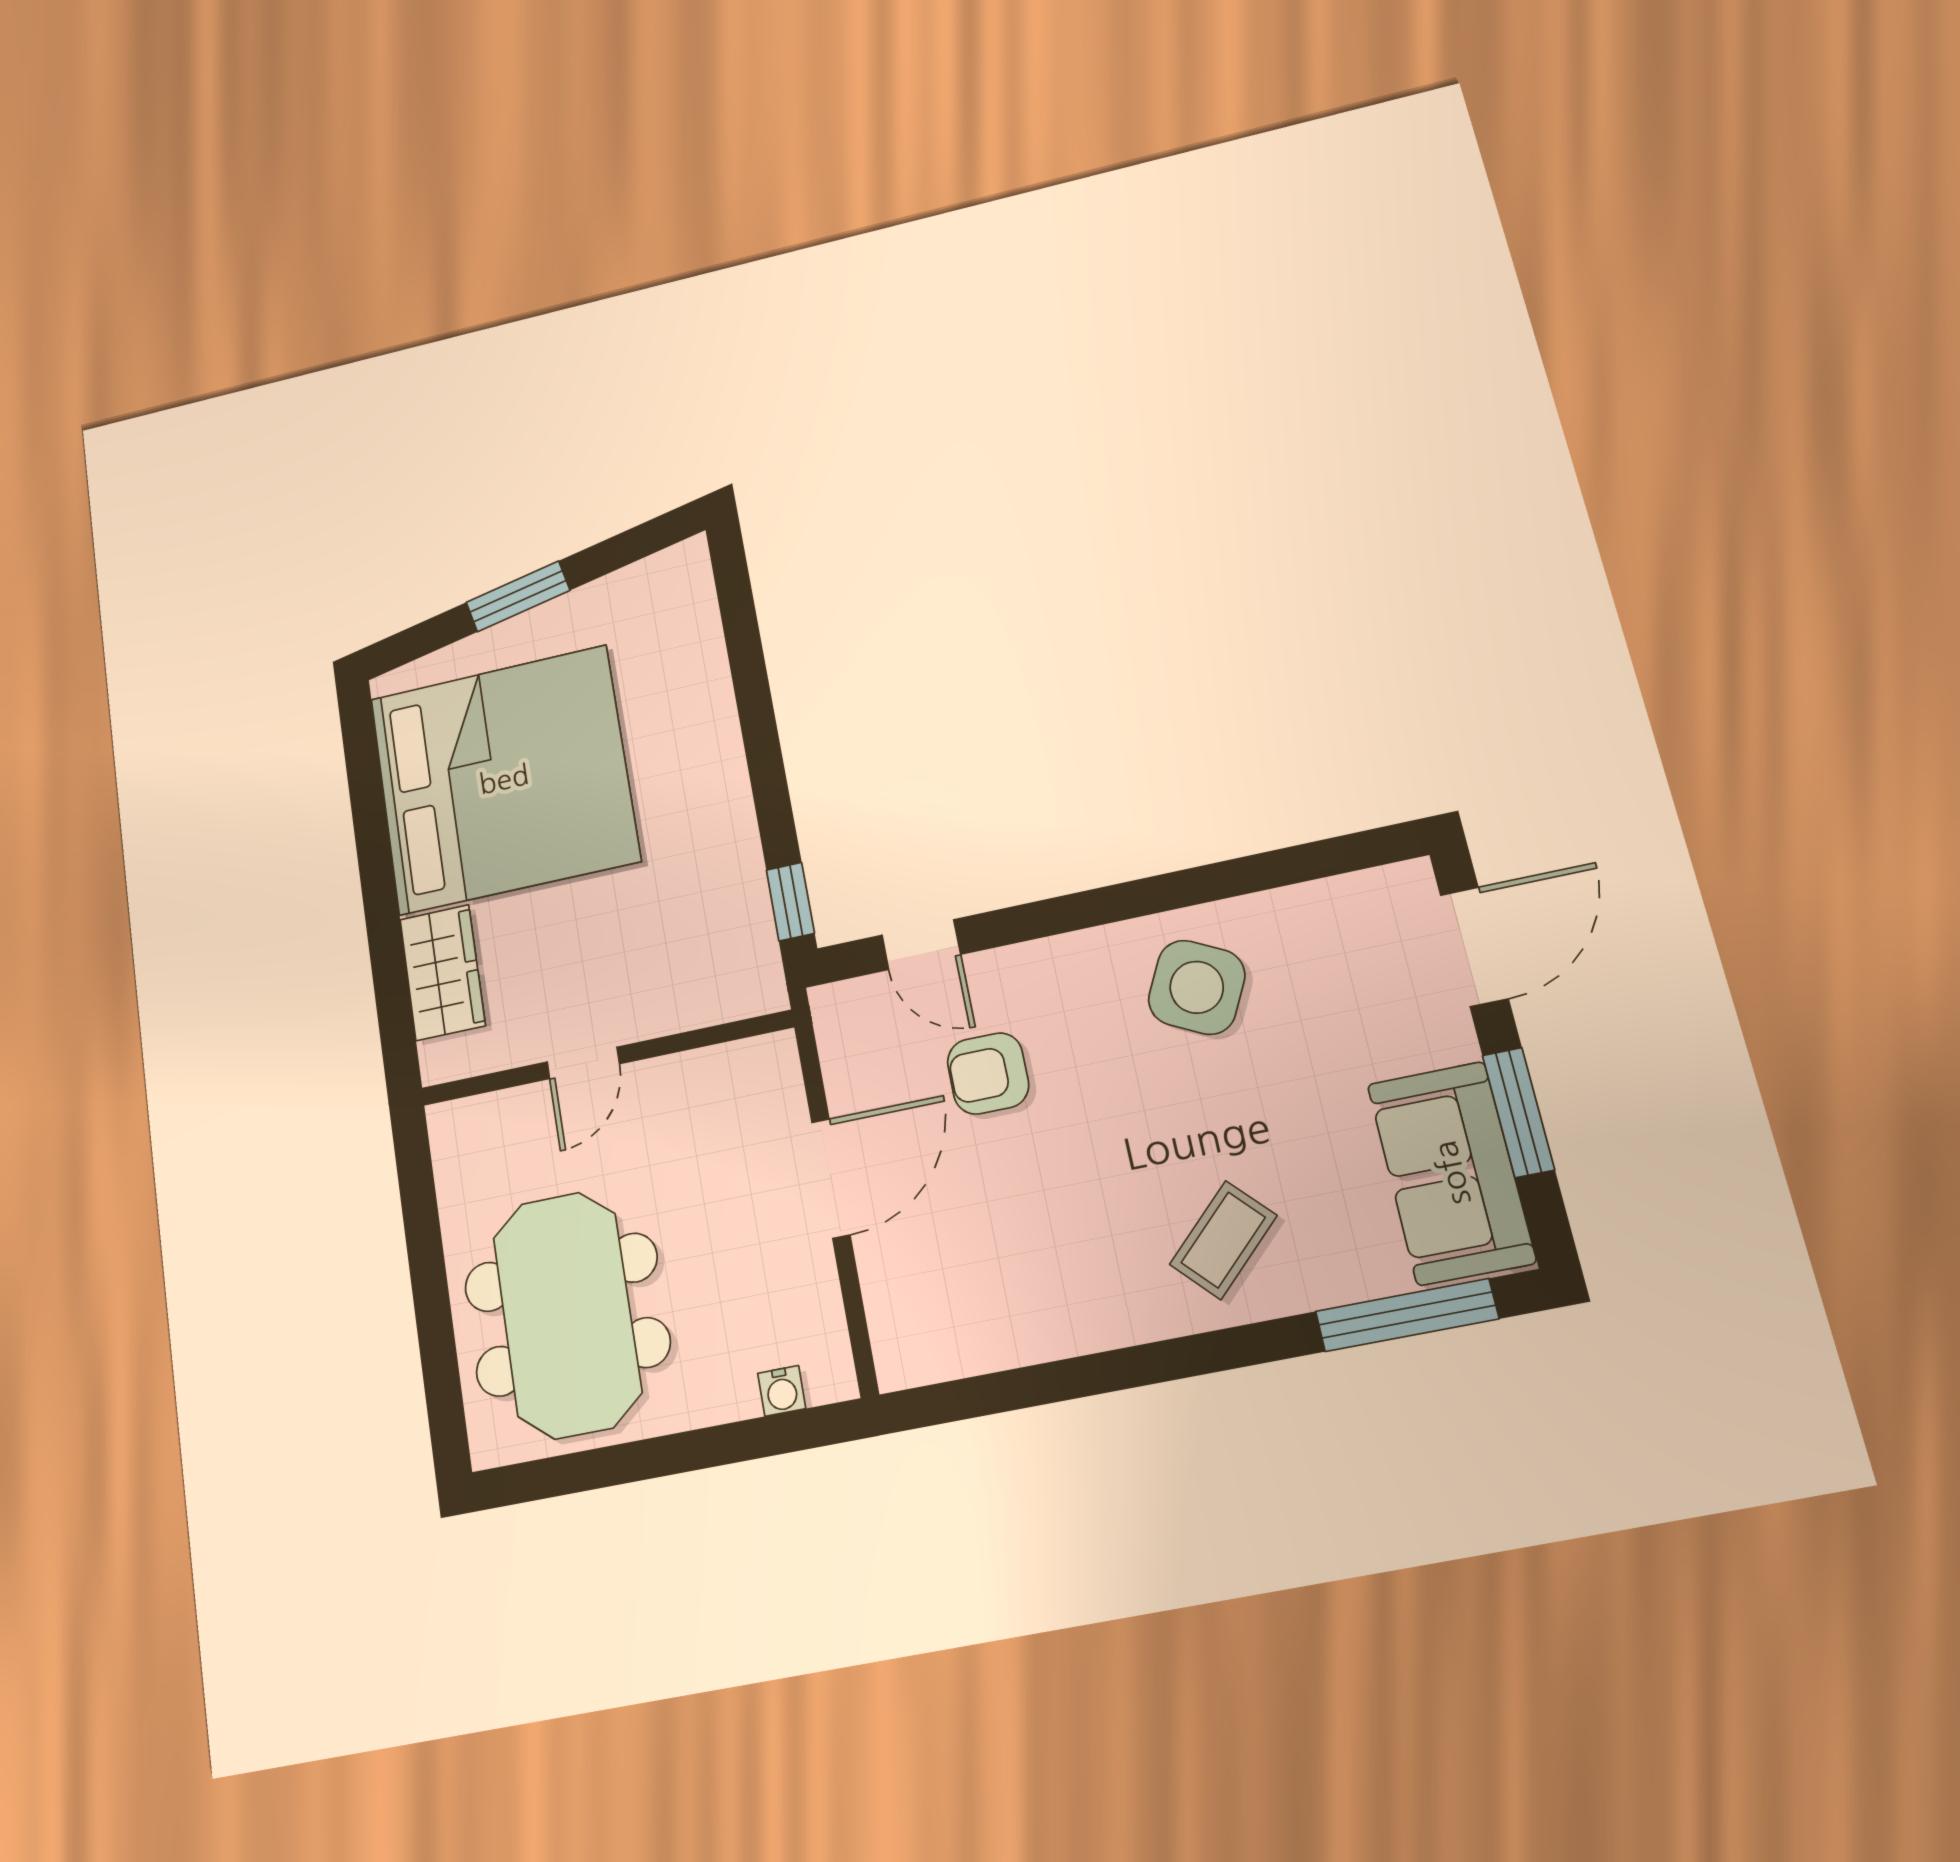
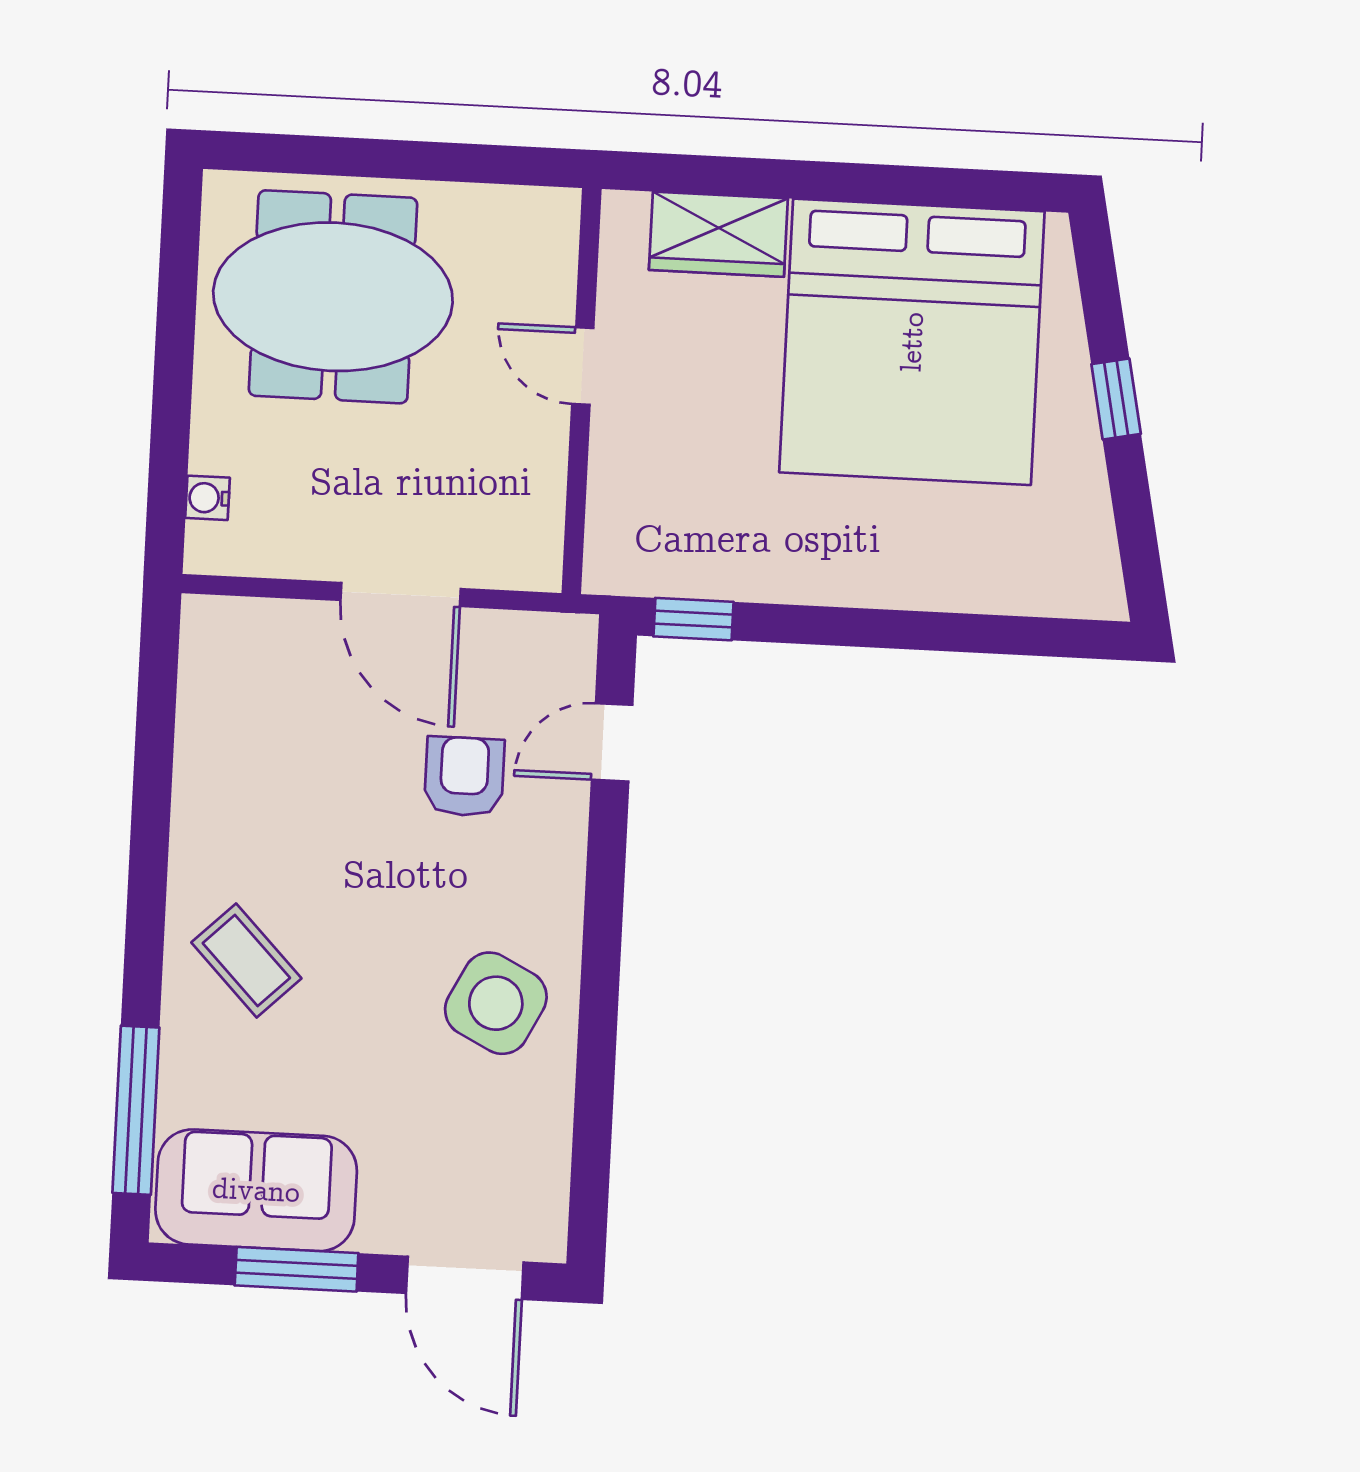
window: (518, 596) -> (1116, 399), width x0.67

